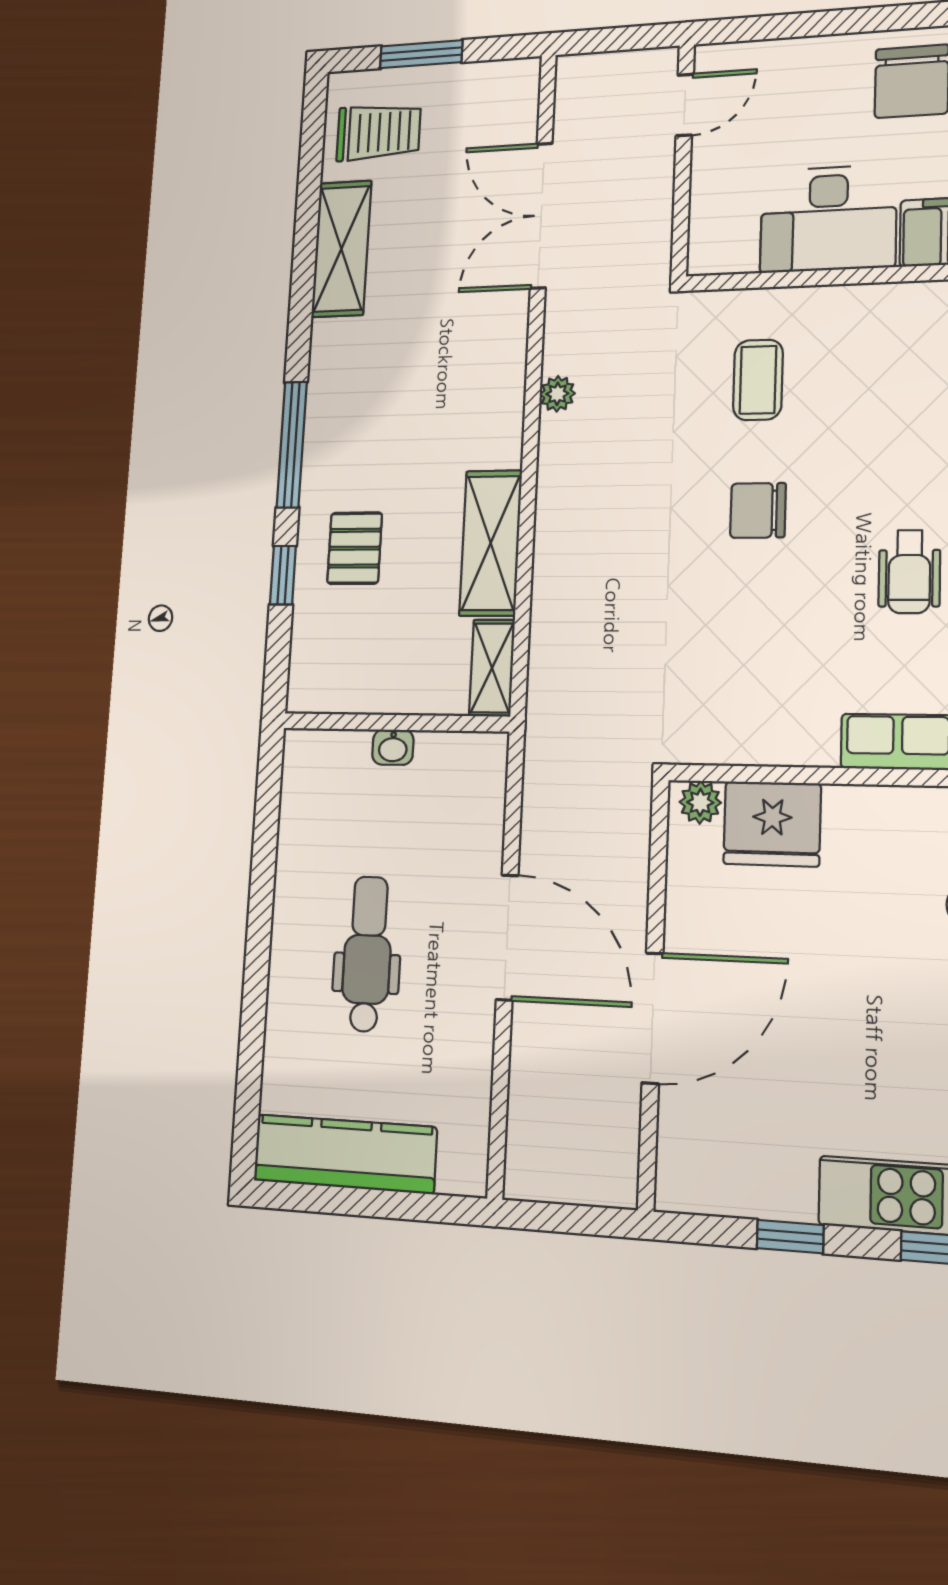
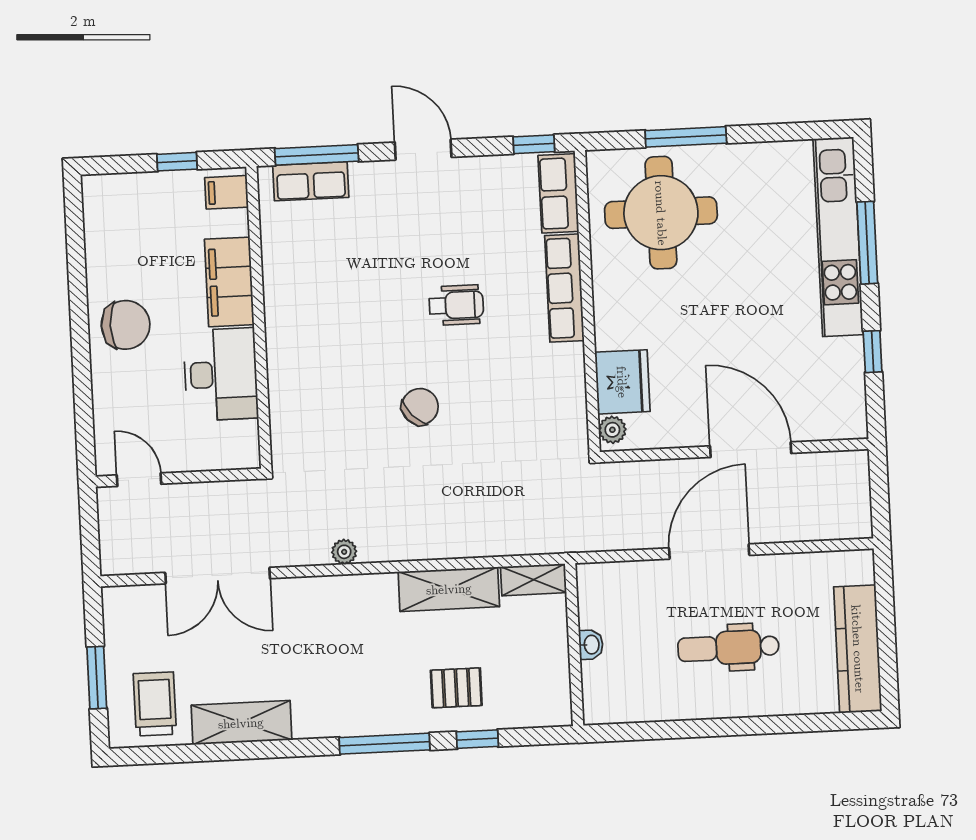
coffee table: (758, 380) -> (332, 413), removed
chair: (758, 510) -> (420, 407), turned -133

